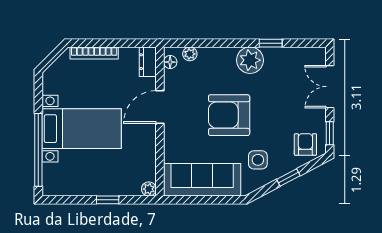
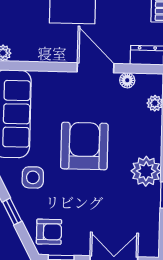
floor lamp: (170, 62) -> (127, 80), moved

